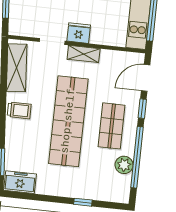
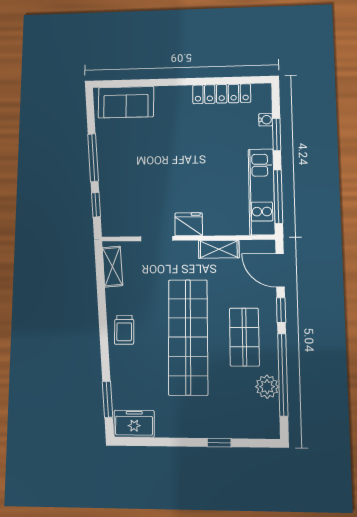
shelving: (84, 54) -> (219, 249), moved
shelving: (17, 68) -> (112, 267), width x0.67, depth x0.75
door: (146, 78) -> (280, 270), hinge flipped
trolley: (19, 110) -> (124, 330), turned 90

